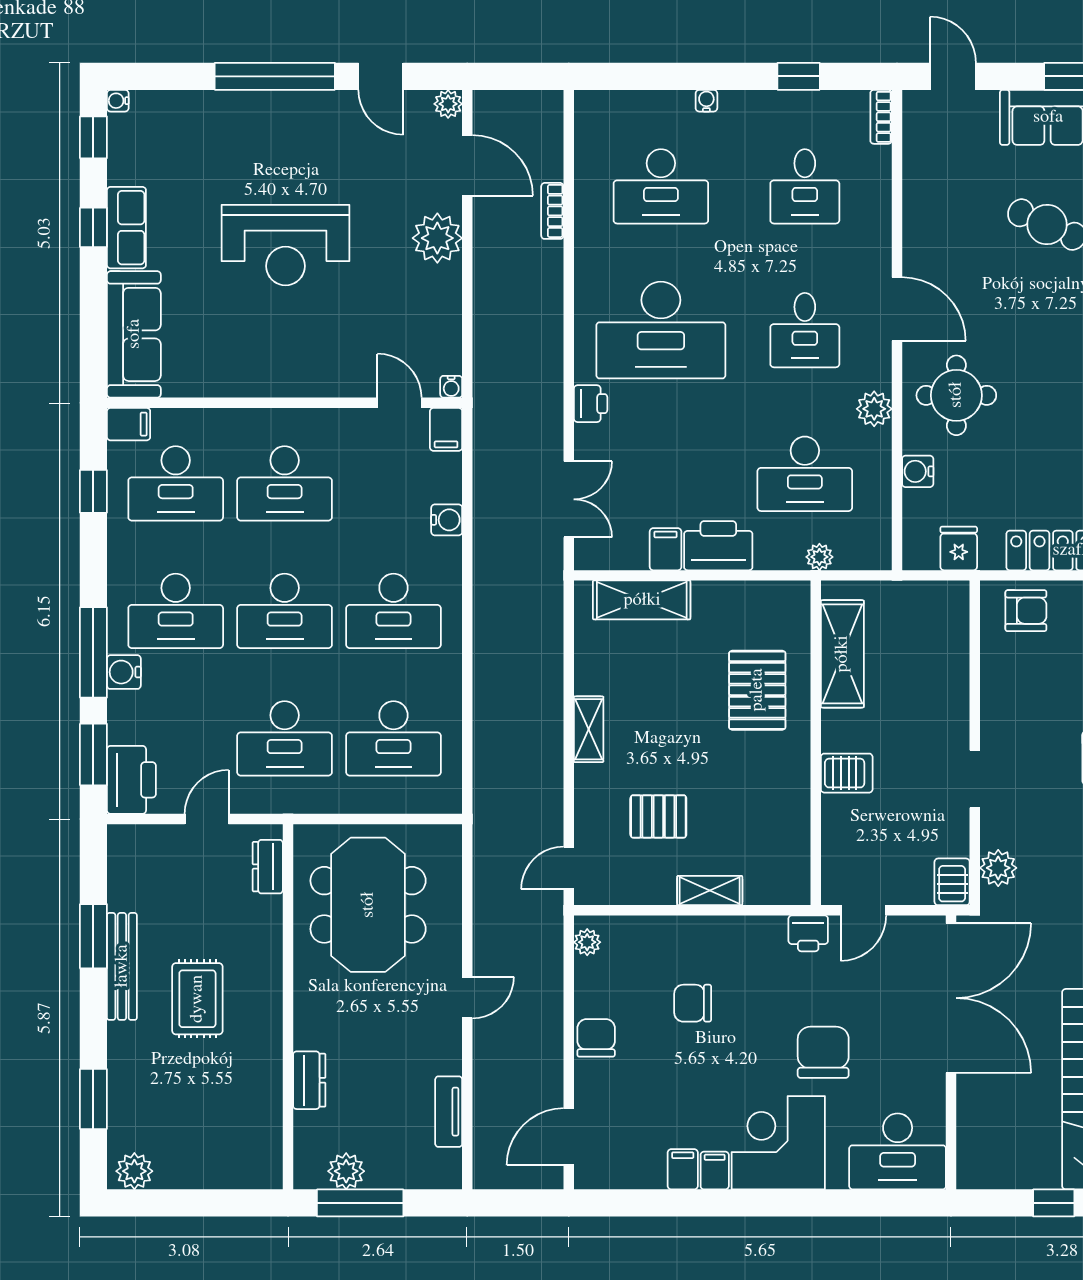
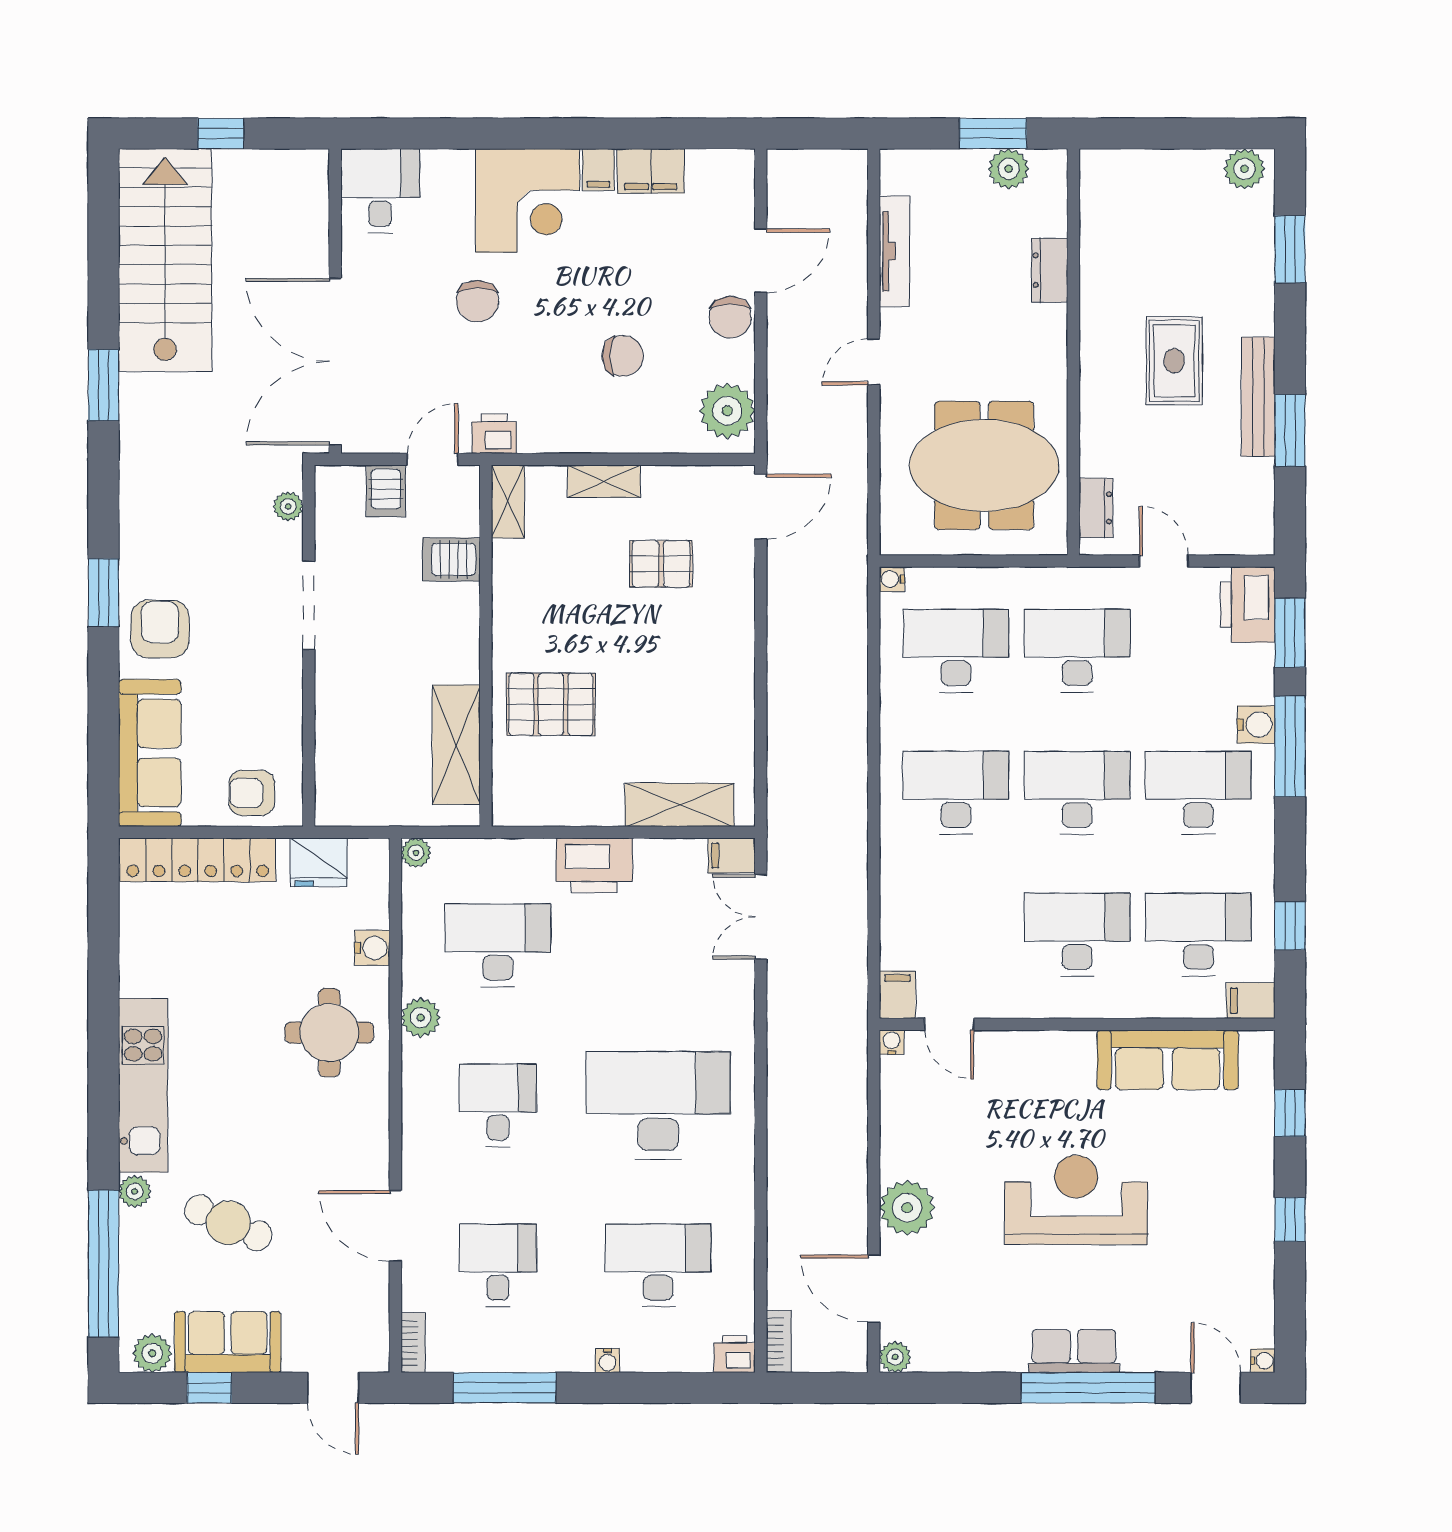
door: (381, 76) -> (1216, 1388), moved
window: (799, 76) -> (505, 1388), width x2.17
window: (93, 137) -> (1290, 1113), moved
bookcase: (552, 211) -> (779, 1341), moved
row of seats: (126, 228) -> (1074, 1351), moved, turned 90
door: (897, 309) -> (395, 1226), moved
sofa: (134, 334) -> (1168, 1060), moved, turned -90
printer: (591, 404) -> (735, 1354), moved, turned 90
water cooler: (447, 520) -> (892, 579), moved, width x0.72, depth x0.72
fridge: (959, 548) -> (319, 862), width x1.38
filing cabinet: (666, 549) -> (732, 855), moved, turned 90
plant: (819, 557) -> (416, 853), moved
pallet: (757, 690) -> (551, 704), turned 90
shelving: (589, 729) -> (508, 502), moved
server rack: (847, 773) -> (451, 559), moved
doorway: (975, 779) -> (309, 605), width x1.38
door: (207, 819) -> (1164, 561), swing flipped
door: (569, 868) -> (761, 507), width x1.37
plant: (998, 868) -> (288, 506), width x0.73, depth x0.73
server rack: (952, 882) -> (386, 491), moved
meeting table: (368, 905) -> (984, 465), turned 90
plant: (587, 942) -> (727, 411), width x1.88, depth x1.88
chair: (823, 1052) -> (478, 301), width x0.73, depth x0.73
tv unit: (449, 1112) -> (894, 251), width x1.41
door: (569, 1137) -> (761, 261), moved
desk: (898, 1151) -> (380, 191), width x0.73
filing cabinet: (683, 1169) -> (651, 171), width x2.00
window: (360, 1203) -> (993, 133), width x0.69

